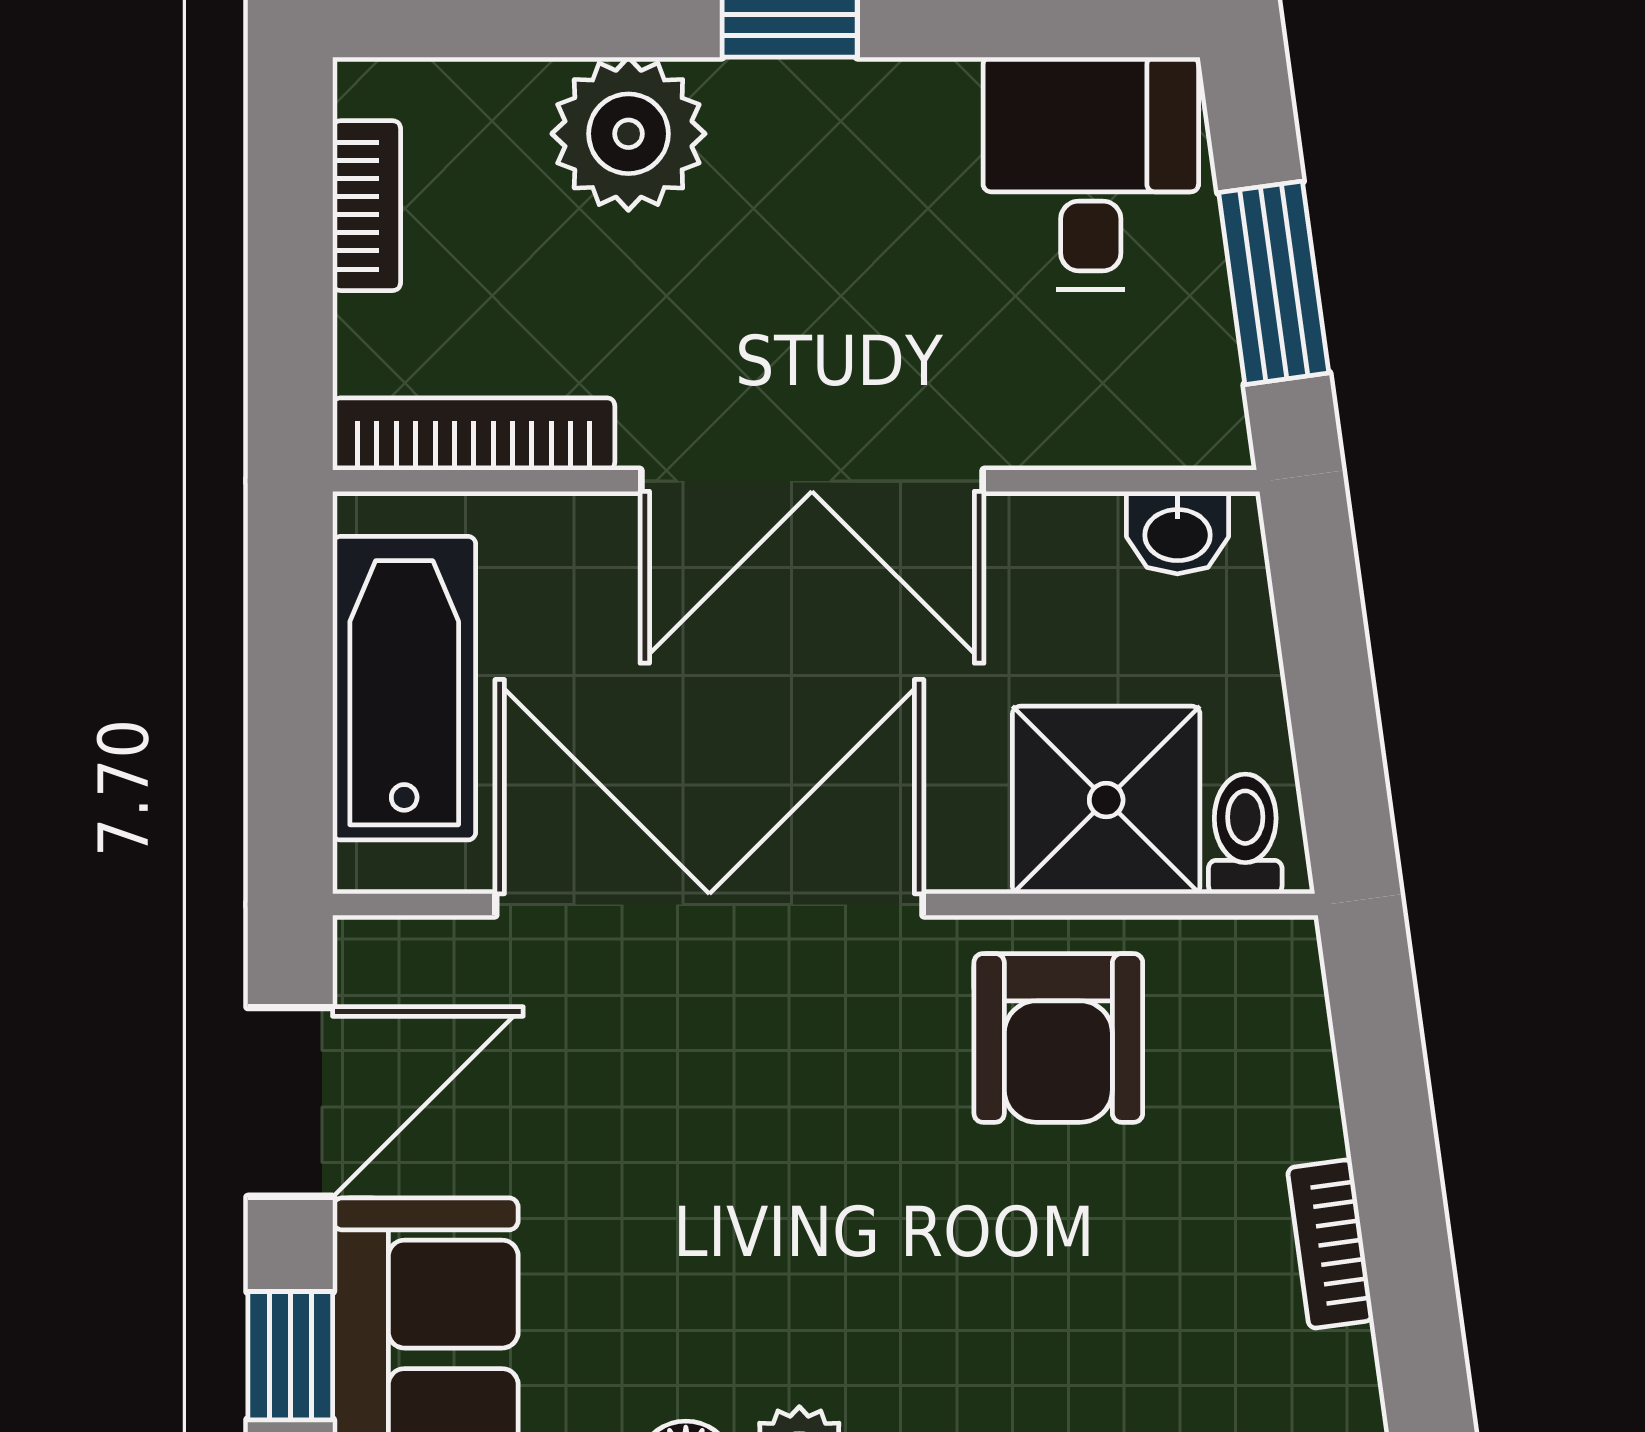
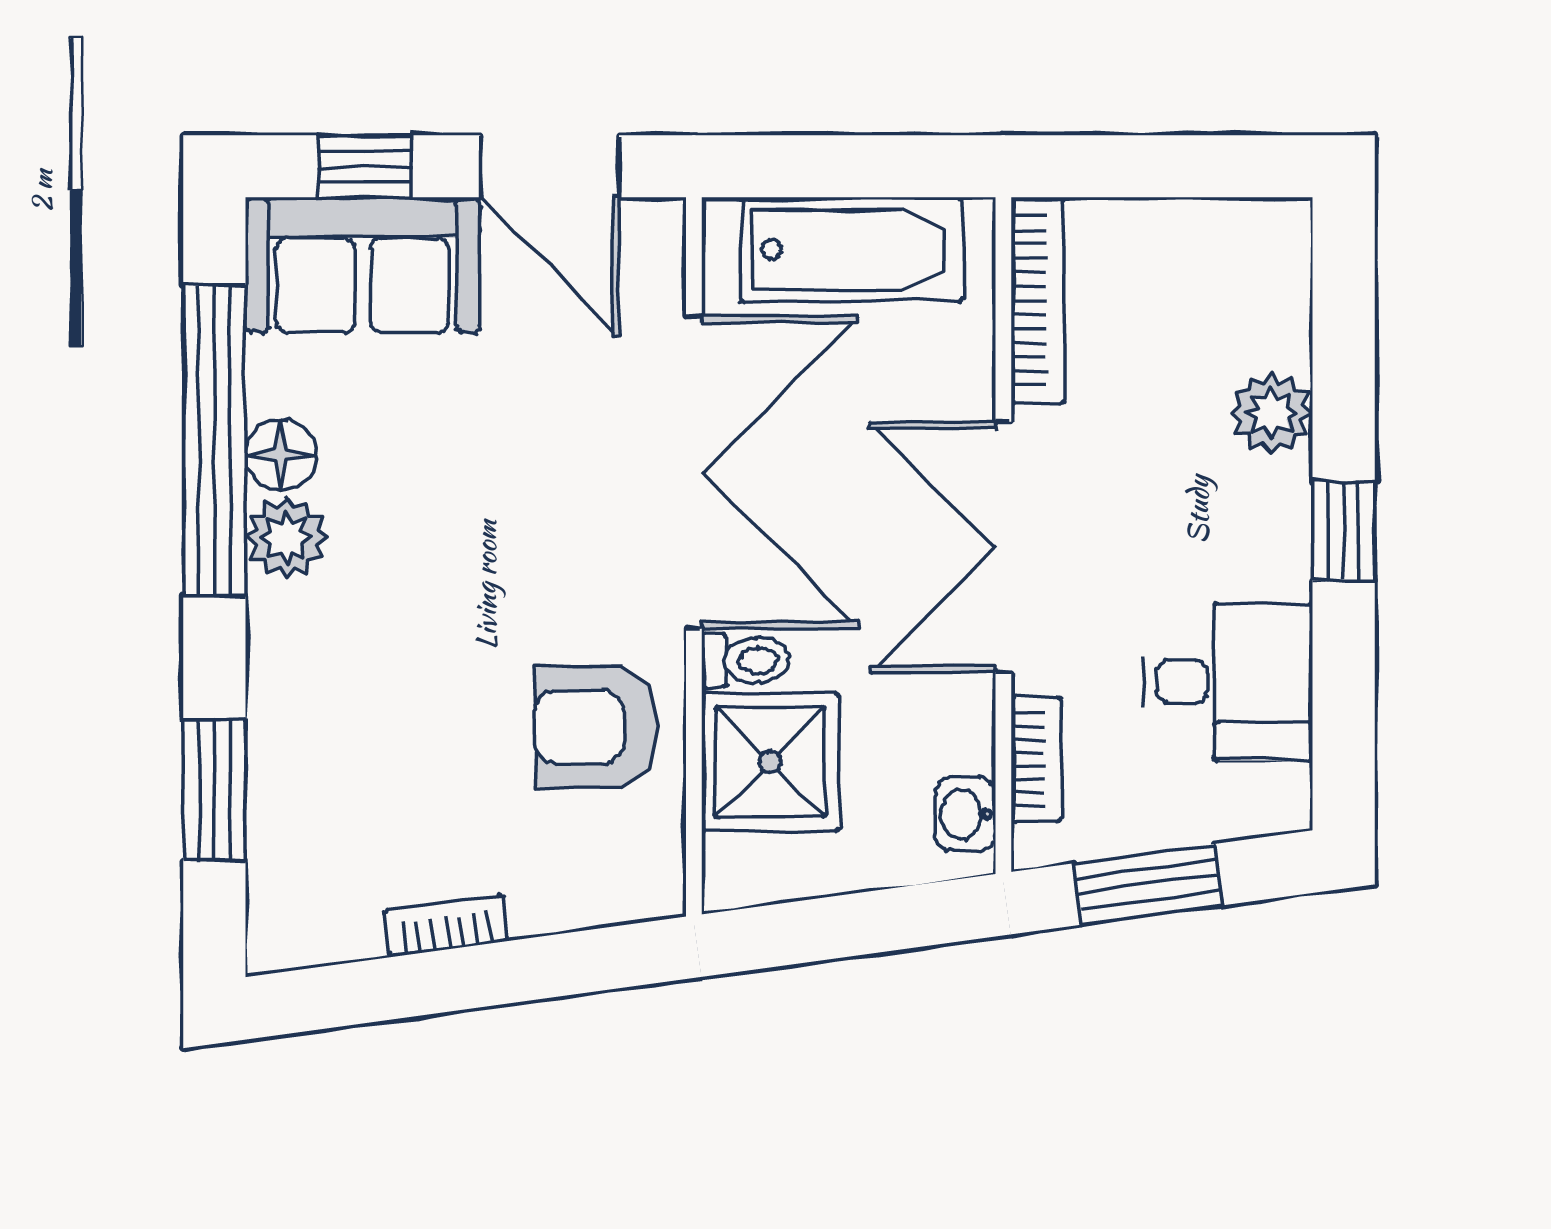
plant: (628, 134) -> (1272, 413), width x0.73, depth x0.73
desk: (1091, 173) -> (1228, 682), moved
bookcase: (367, 206) -> (1036, 759), moved, turned -90
toilet: (1245, 834) -> (745, 660), moved

